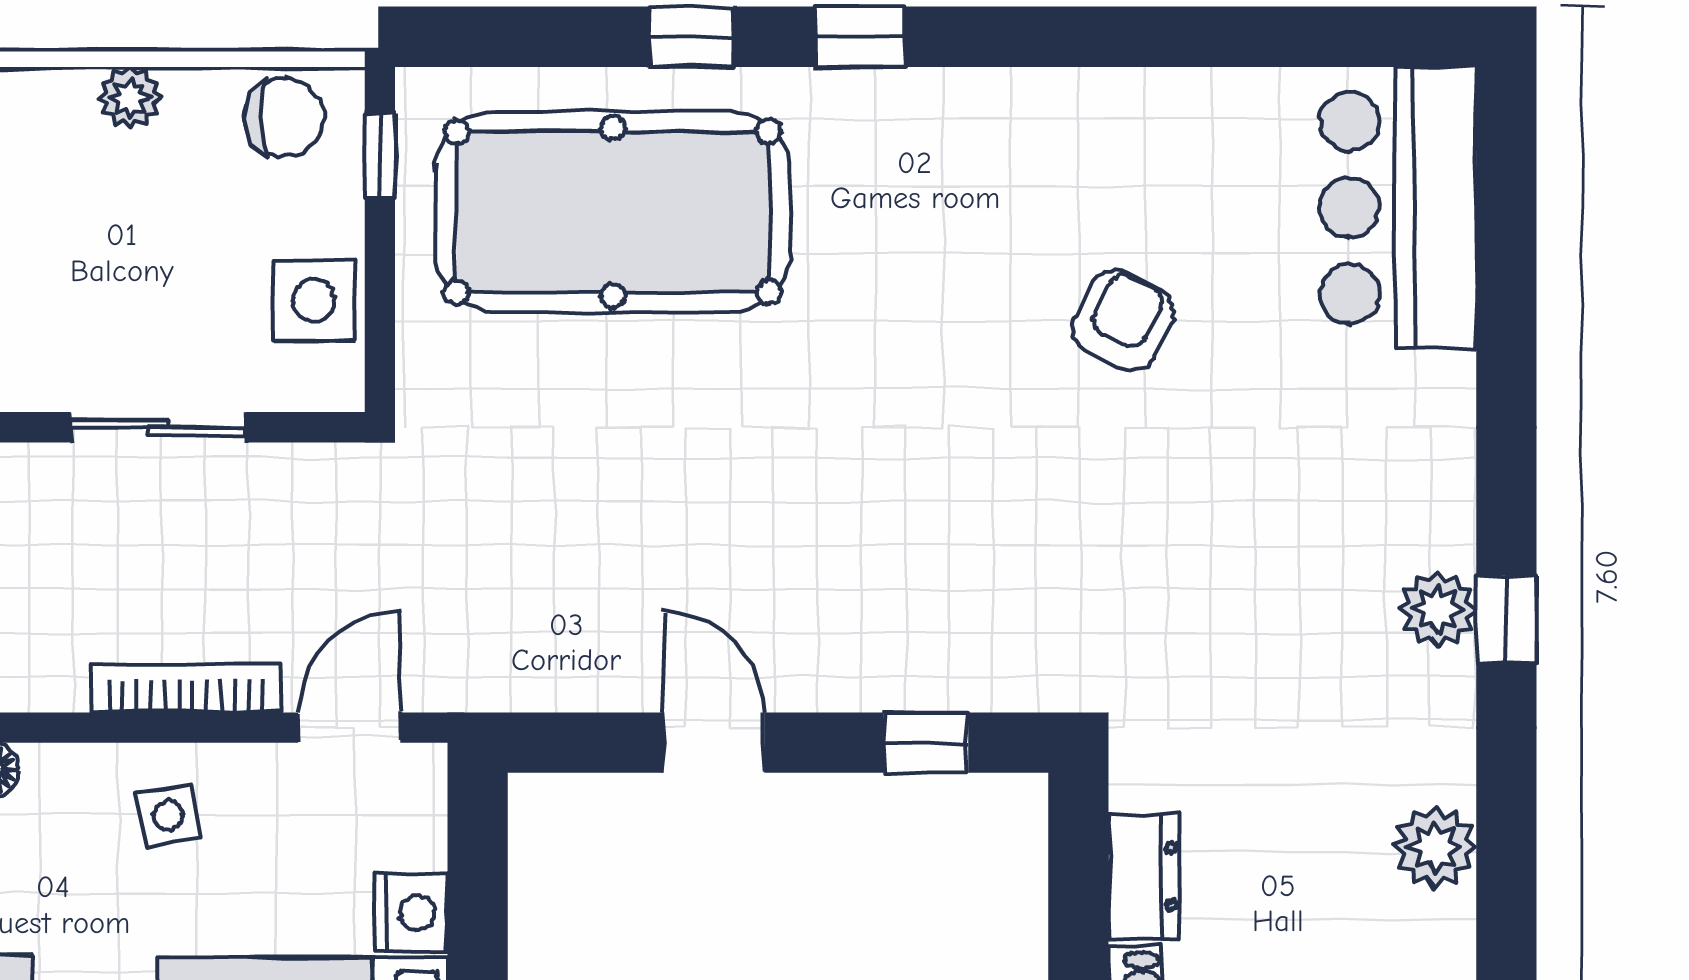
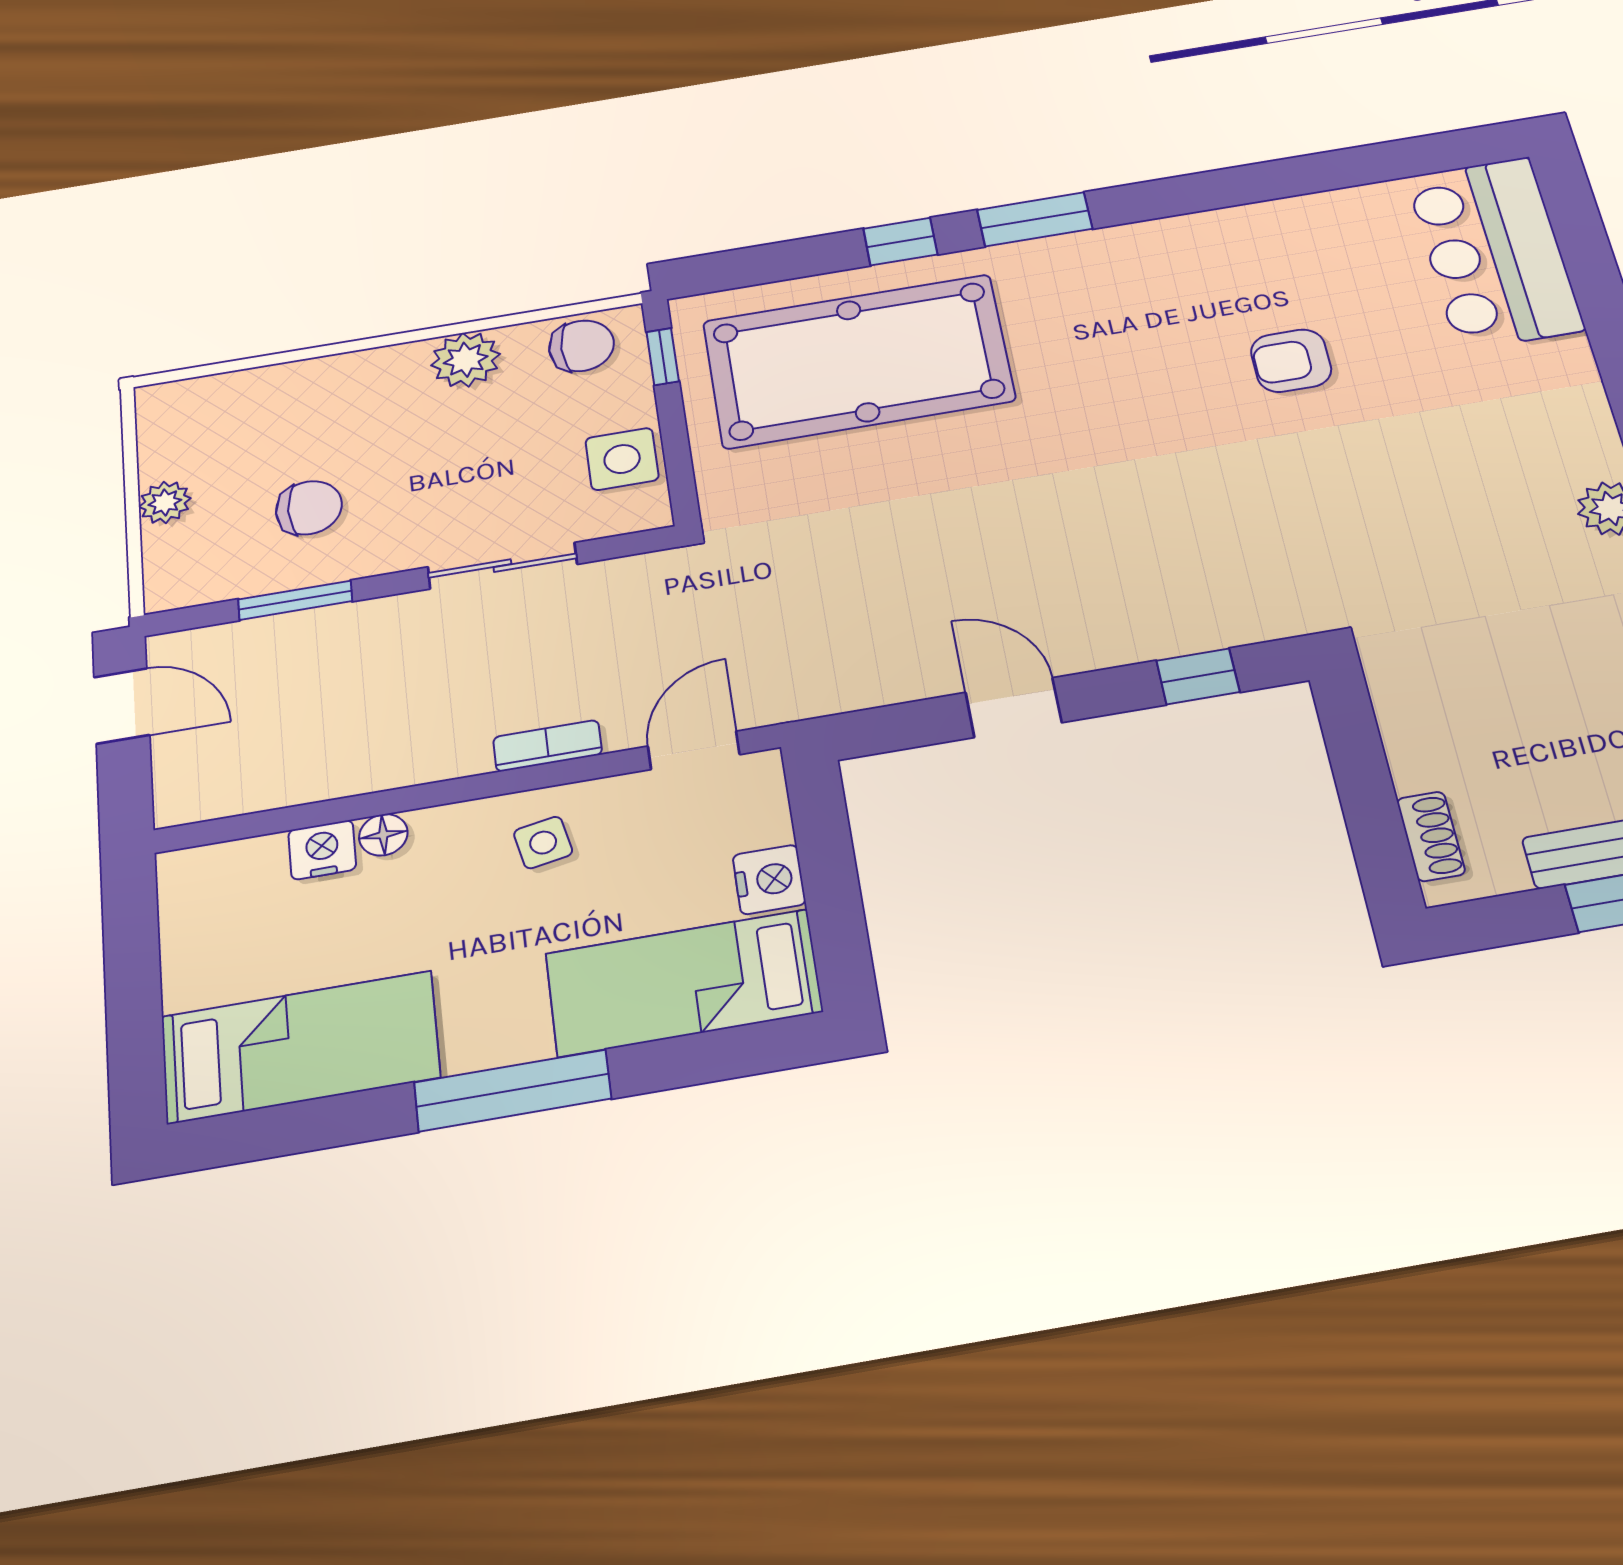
window: (860, 37) -> (1035, 219), width x1.50
plant: (130, 98) -> (466, 360), width x1.38, depth x1.38
armchair: (1123, 320) -> (1291, 361), turned -116
bookcase: (186, 688) -> (548, 746), width x0.64
dresser: (1144, 877) -> (1413, 742), removed

